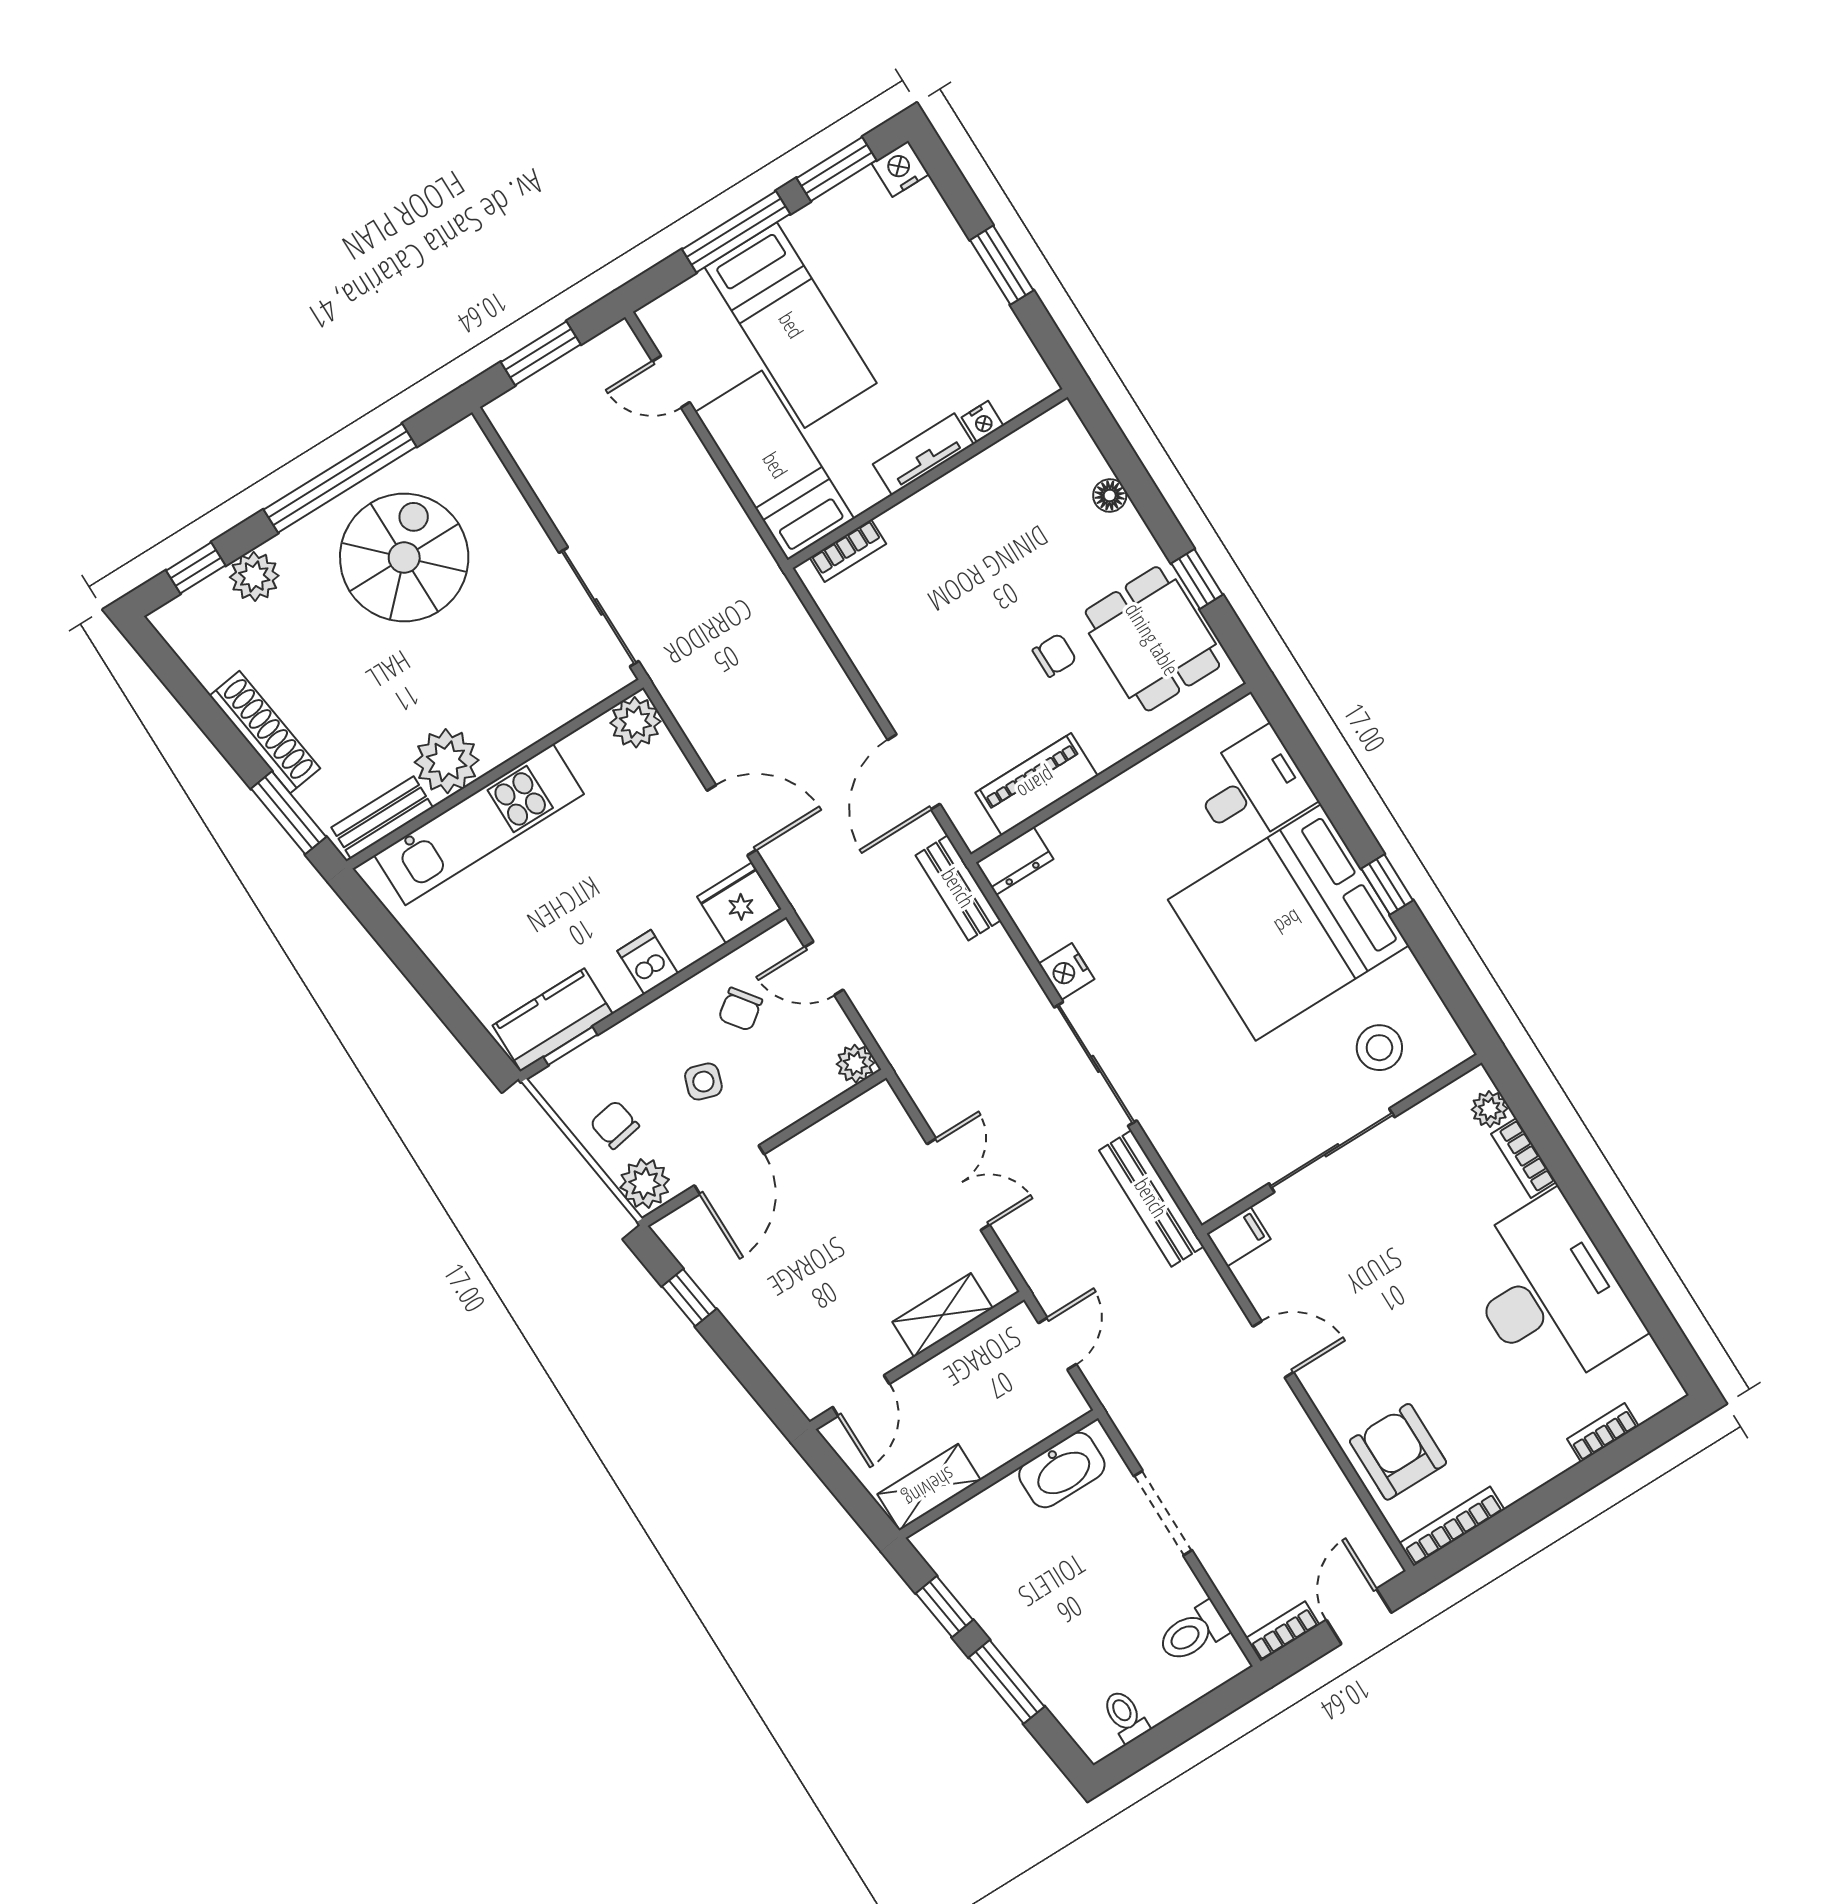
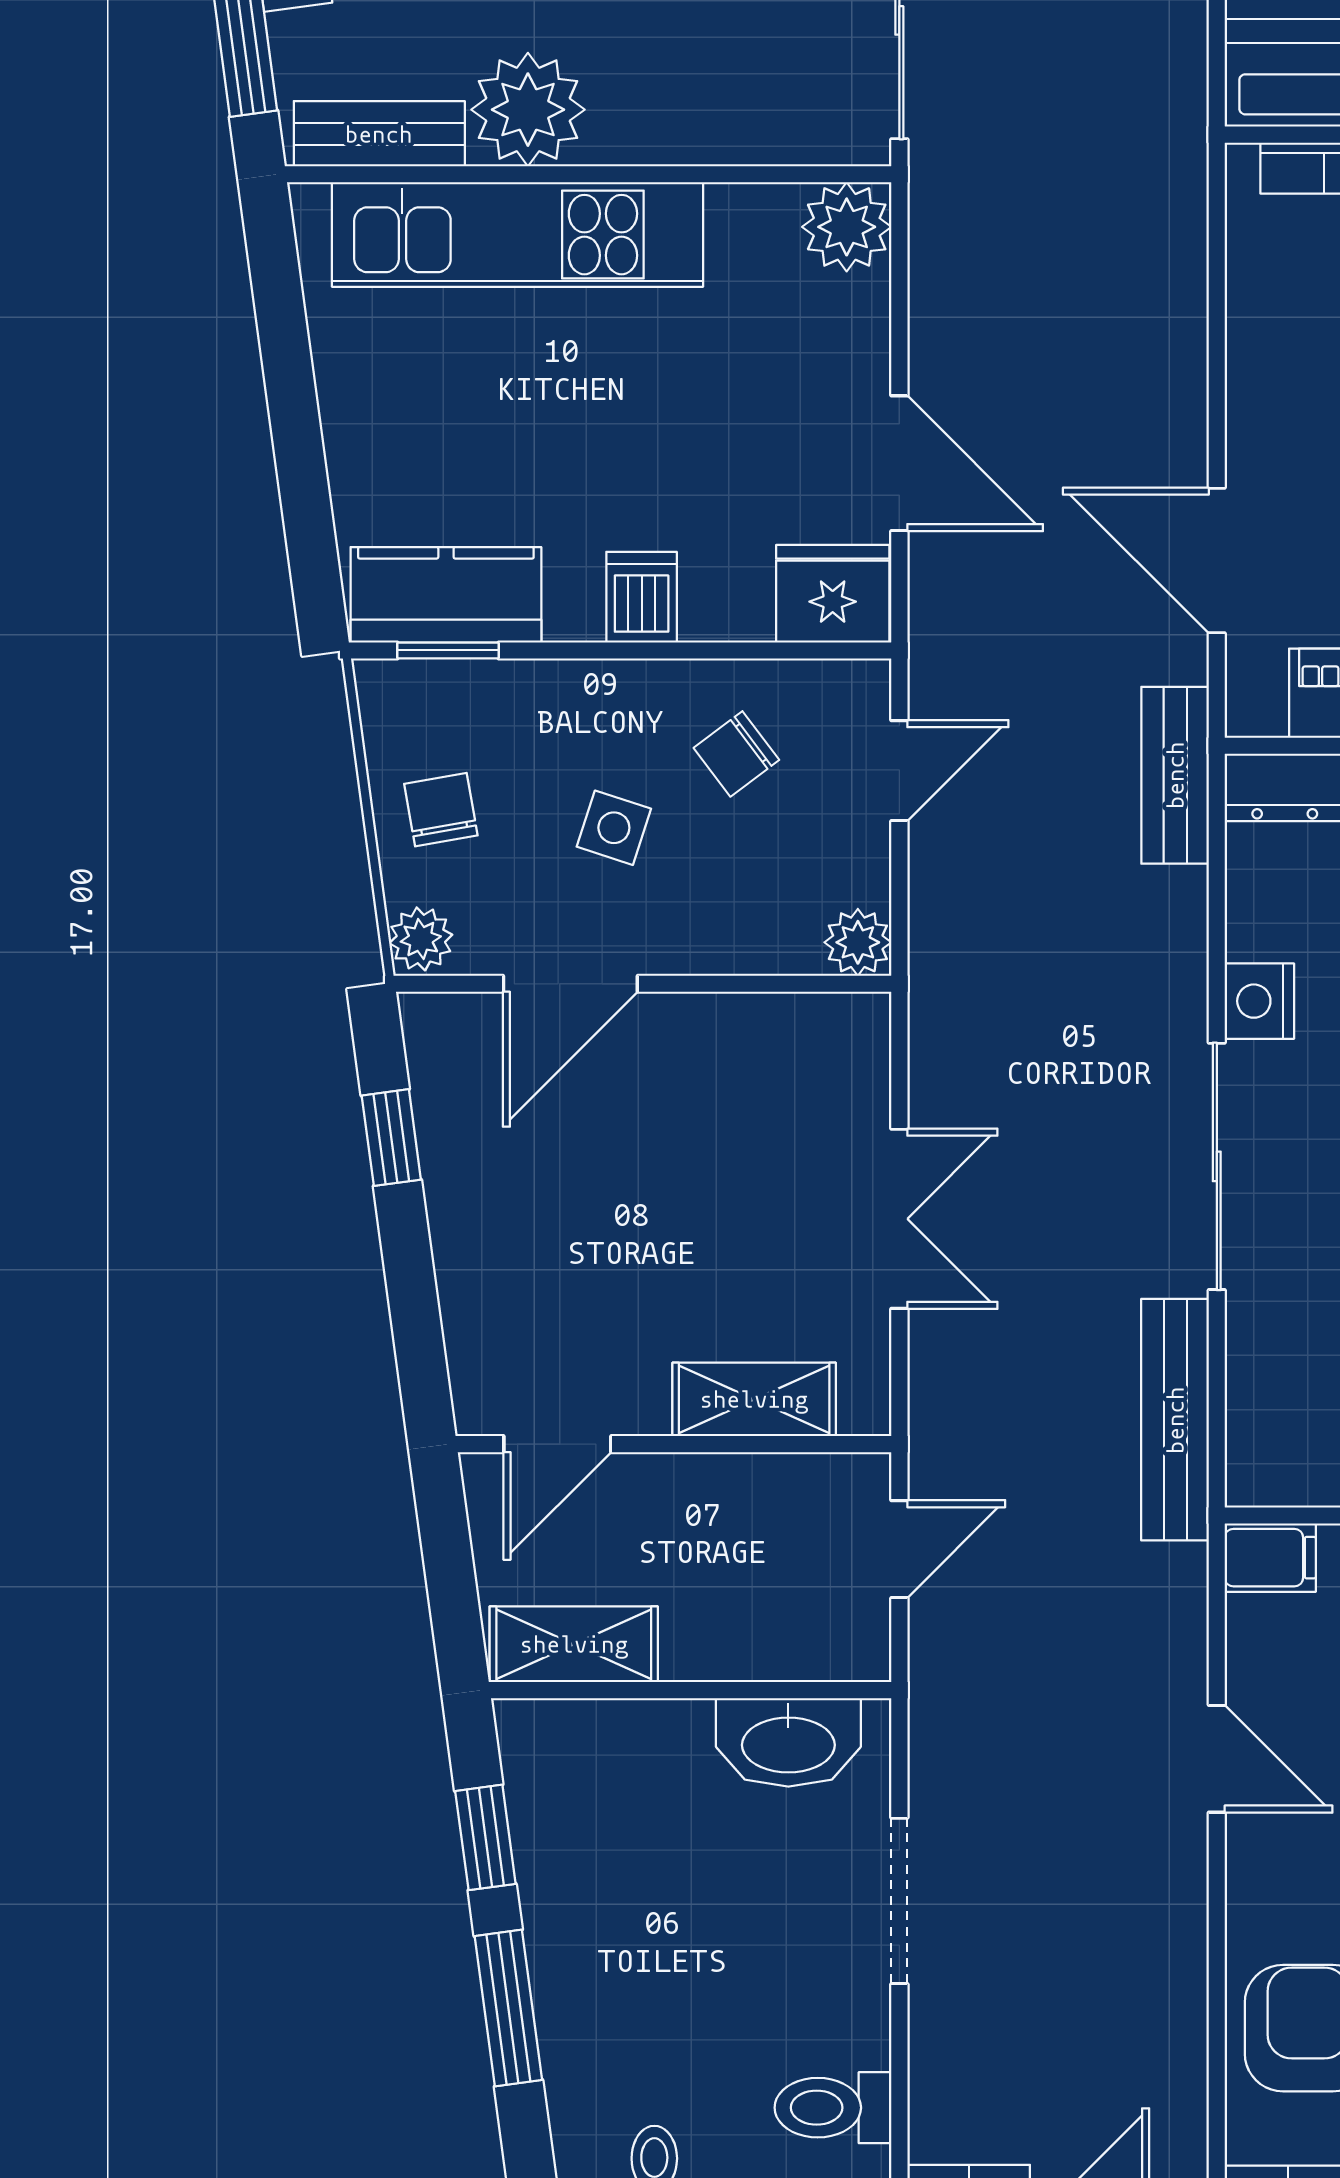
door: (914, 772) -> (1217, 560), hinge flipped
door: (824, 968) -> (899, 771), swing flipped
plant: (645, 1184) -> (421, 939), width x0.73, depth x0.73

